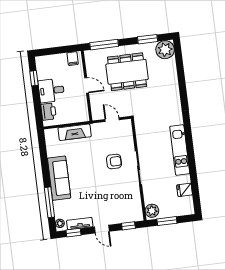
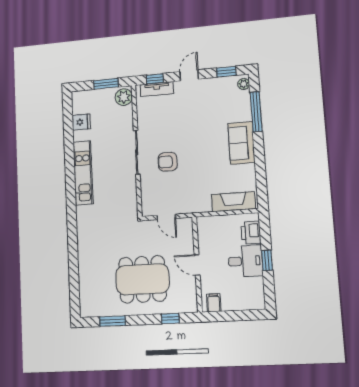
window: (104, 45) -> (170, 319), width x0.46
plant: (165, 50) -> (91, 305), removed
window: (34, 78) -> (267, 260), moved
fireplace: (75, 132) -> (233, 202), moved
sofa: (59, 178) -> (241, 143), width x0.73
tv unit: (80, 224) -> (157, 89), moved
door: (102, 229) -> (189, 75), hinge flipped

